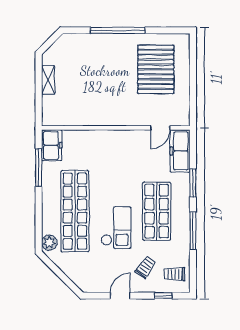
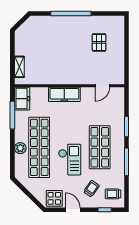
pallet: (156, 69) -> (99, 42), width x0.49, depth x0.50
shelving: (48, 80) -> (19, 67), moved
freezer: (180, 151) -> (64, 94), moved, turned -90
plant: (49, 243) -> (20, 148), moved
display table: (95, 280) -> (54, 198), added
door: (120, 296) -> (73, 210), hinge flipped

